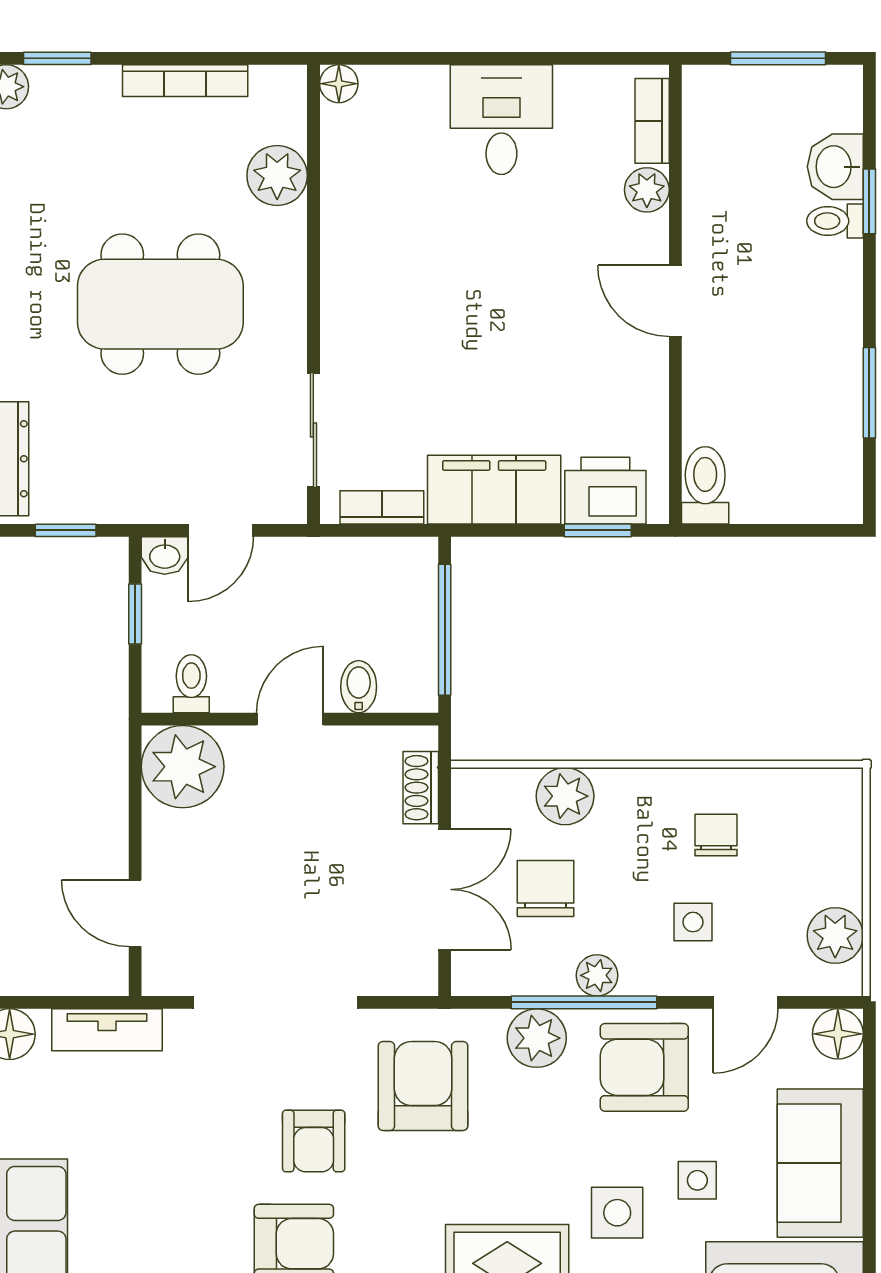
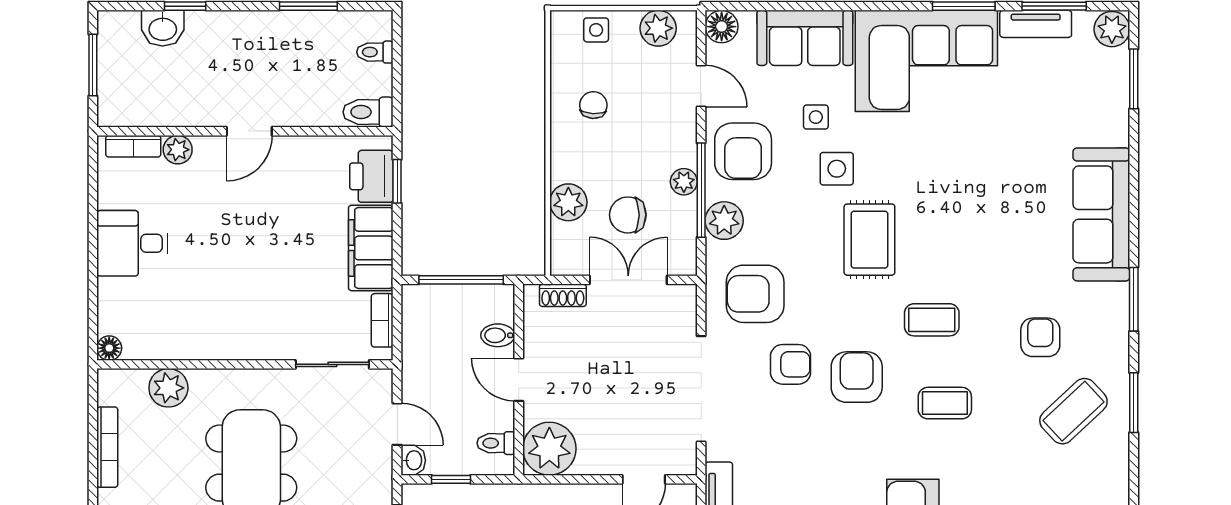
toilet: (835, 221) -> (375, 52), moved, turned 90
chair: (716, 835) -> (593, 105), turned 93
side table: (693, 922) -> (596, 30), moved

